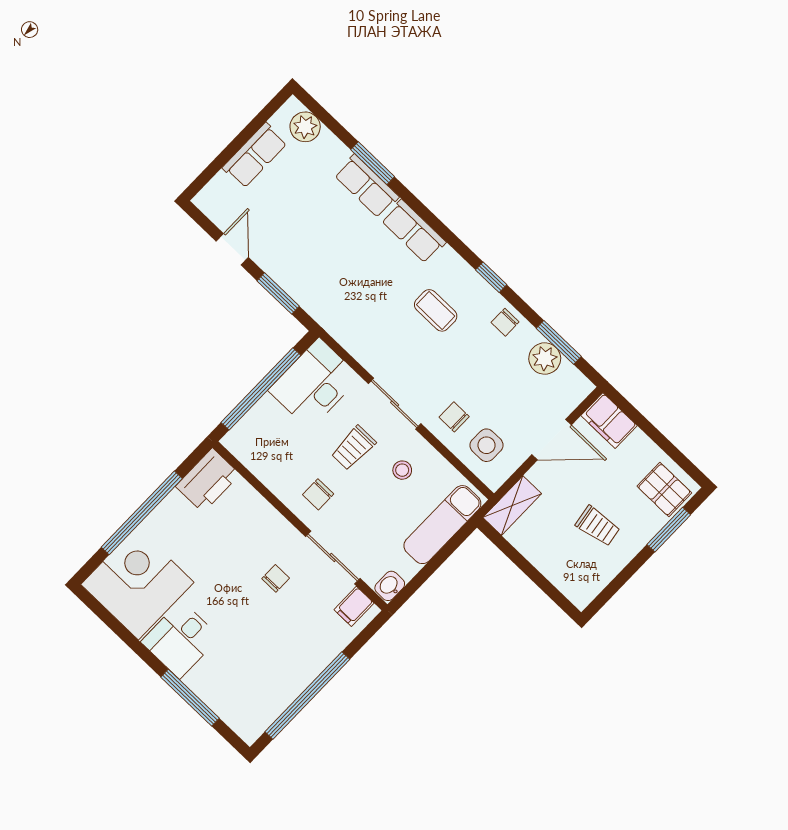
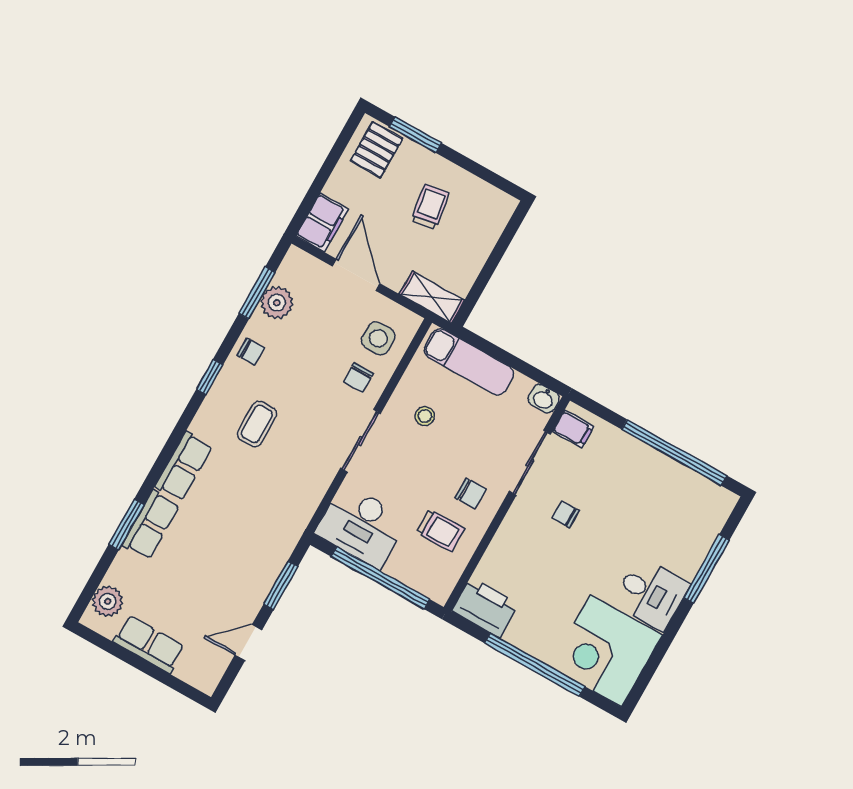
trolley: (353, 448) -> (441, 531), moved

